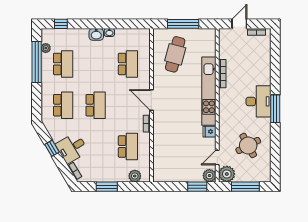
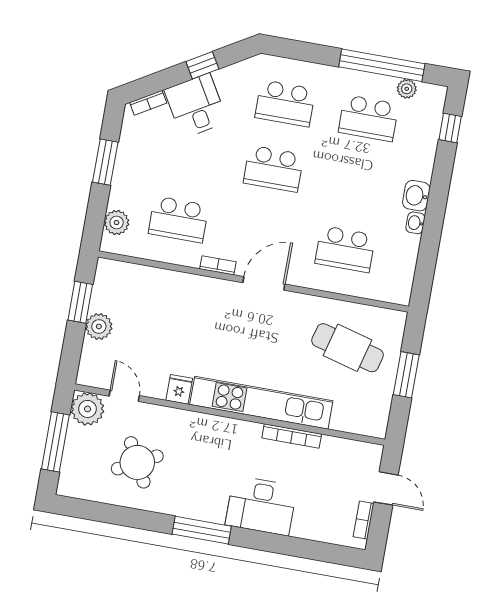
window: (183, 24) -> (406, 375), width x0.69
desk: (258, 101) -> (261, 506), moved
plant: (209, 176) -> (99, 326), moved
window: (197, 187) -> (80, 302), moved

